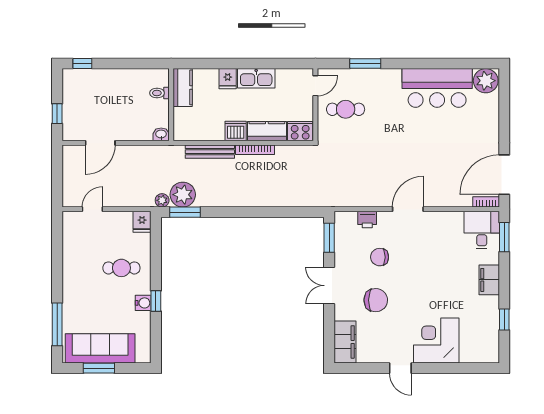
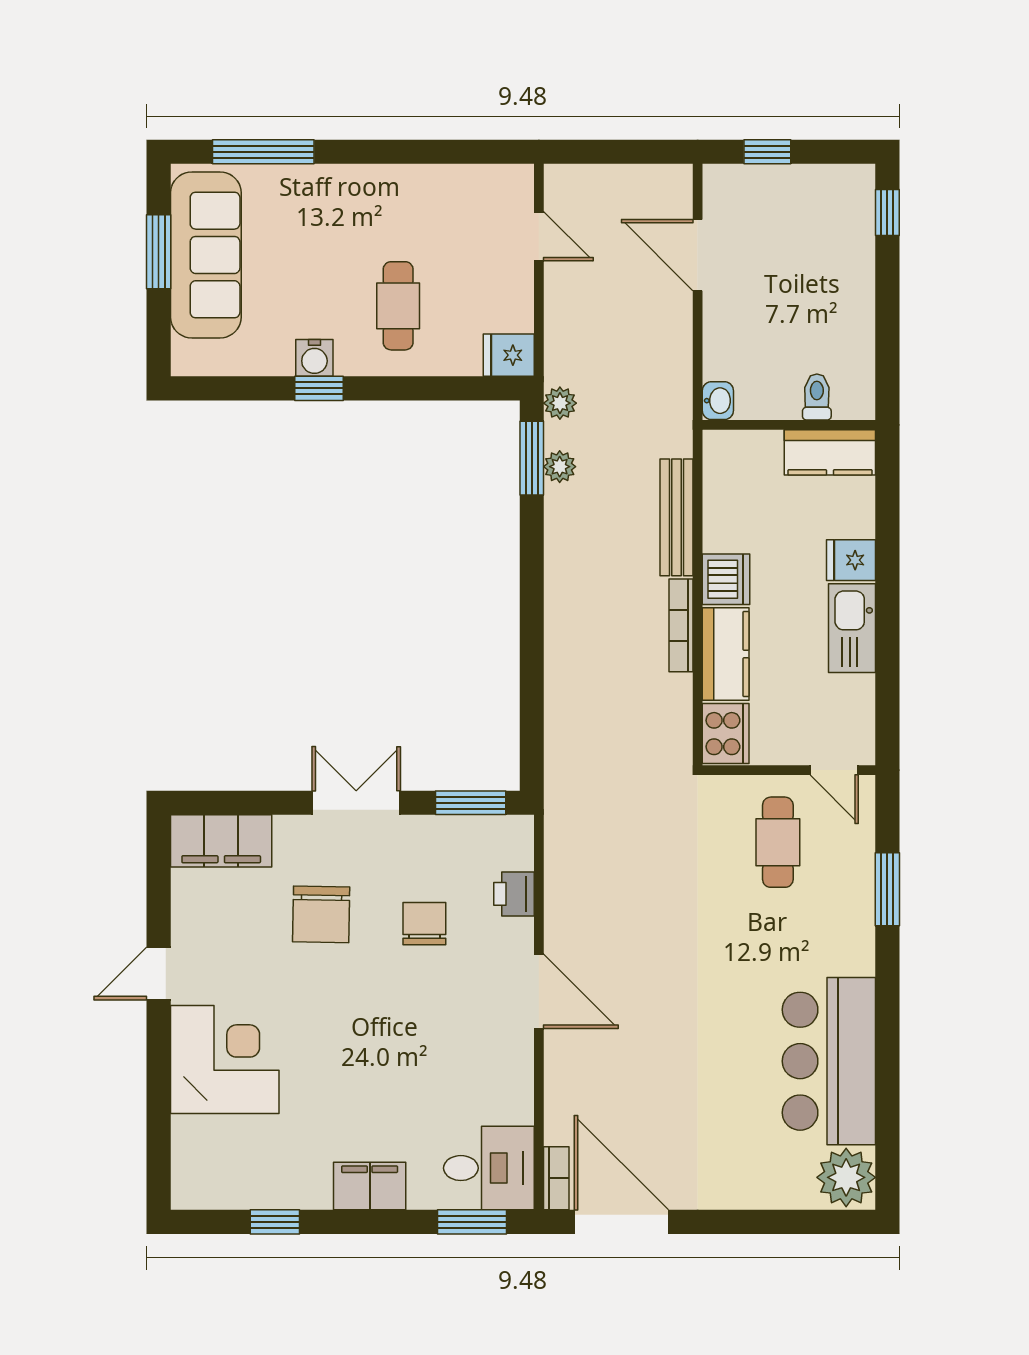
plant: (183, 195) -> (560, 467), width x0.53, depth x0.53

